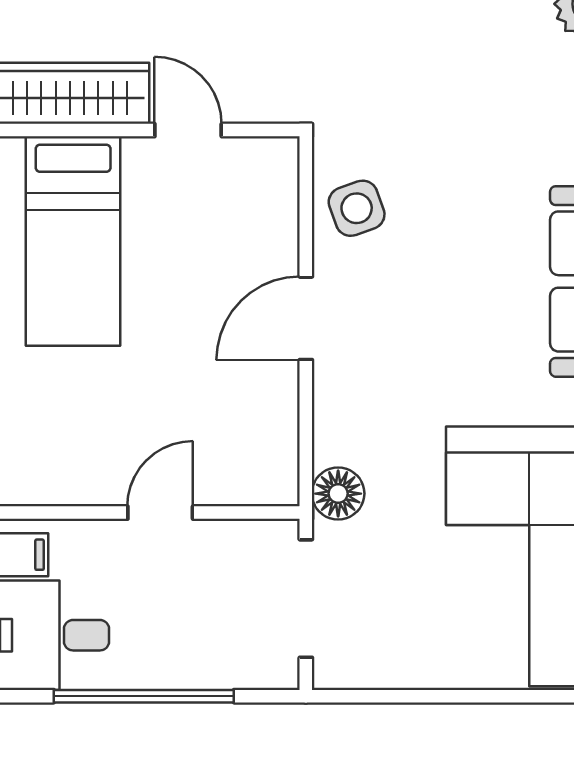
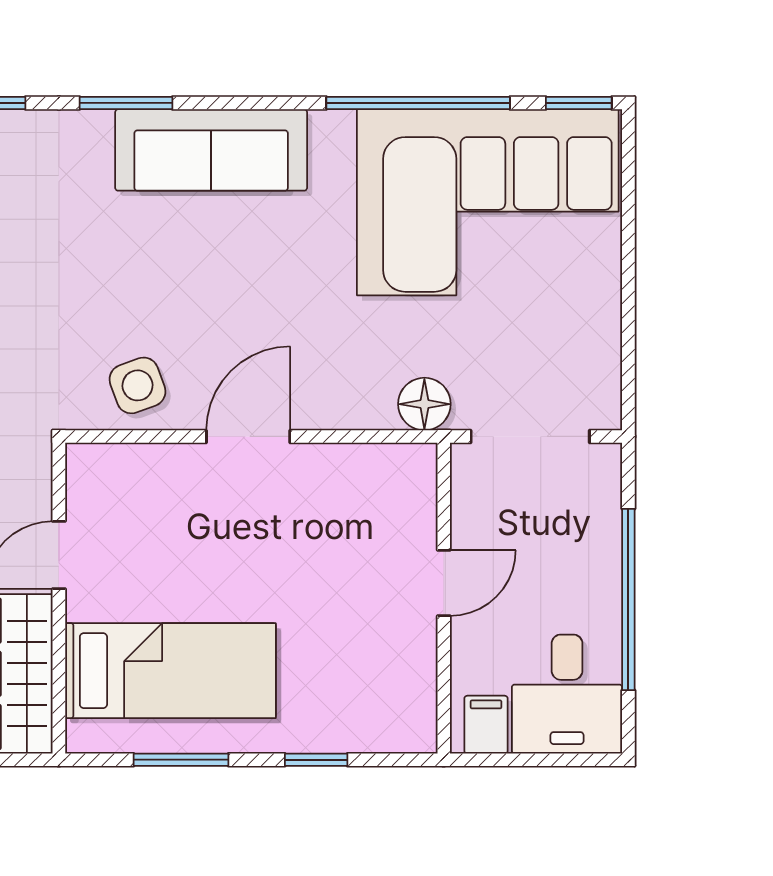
door: (306, 318) -> (248, 436), swing flipped
door: (160, 513) -> (444, 583), swing flipped

